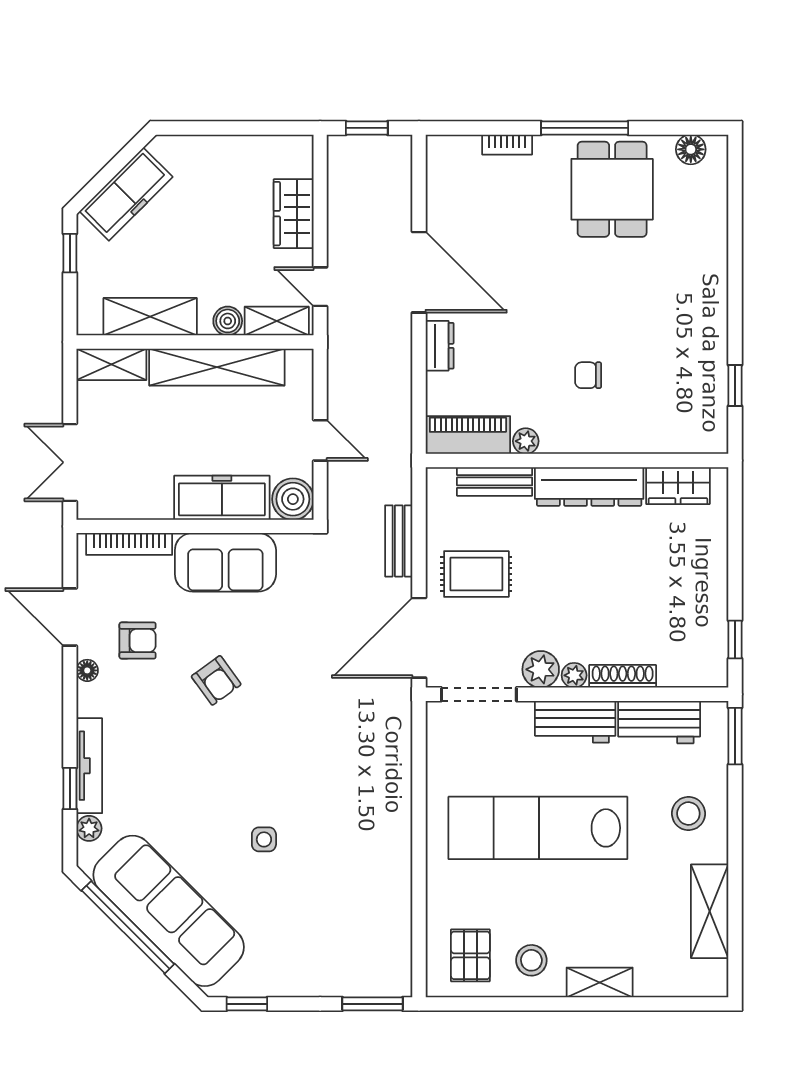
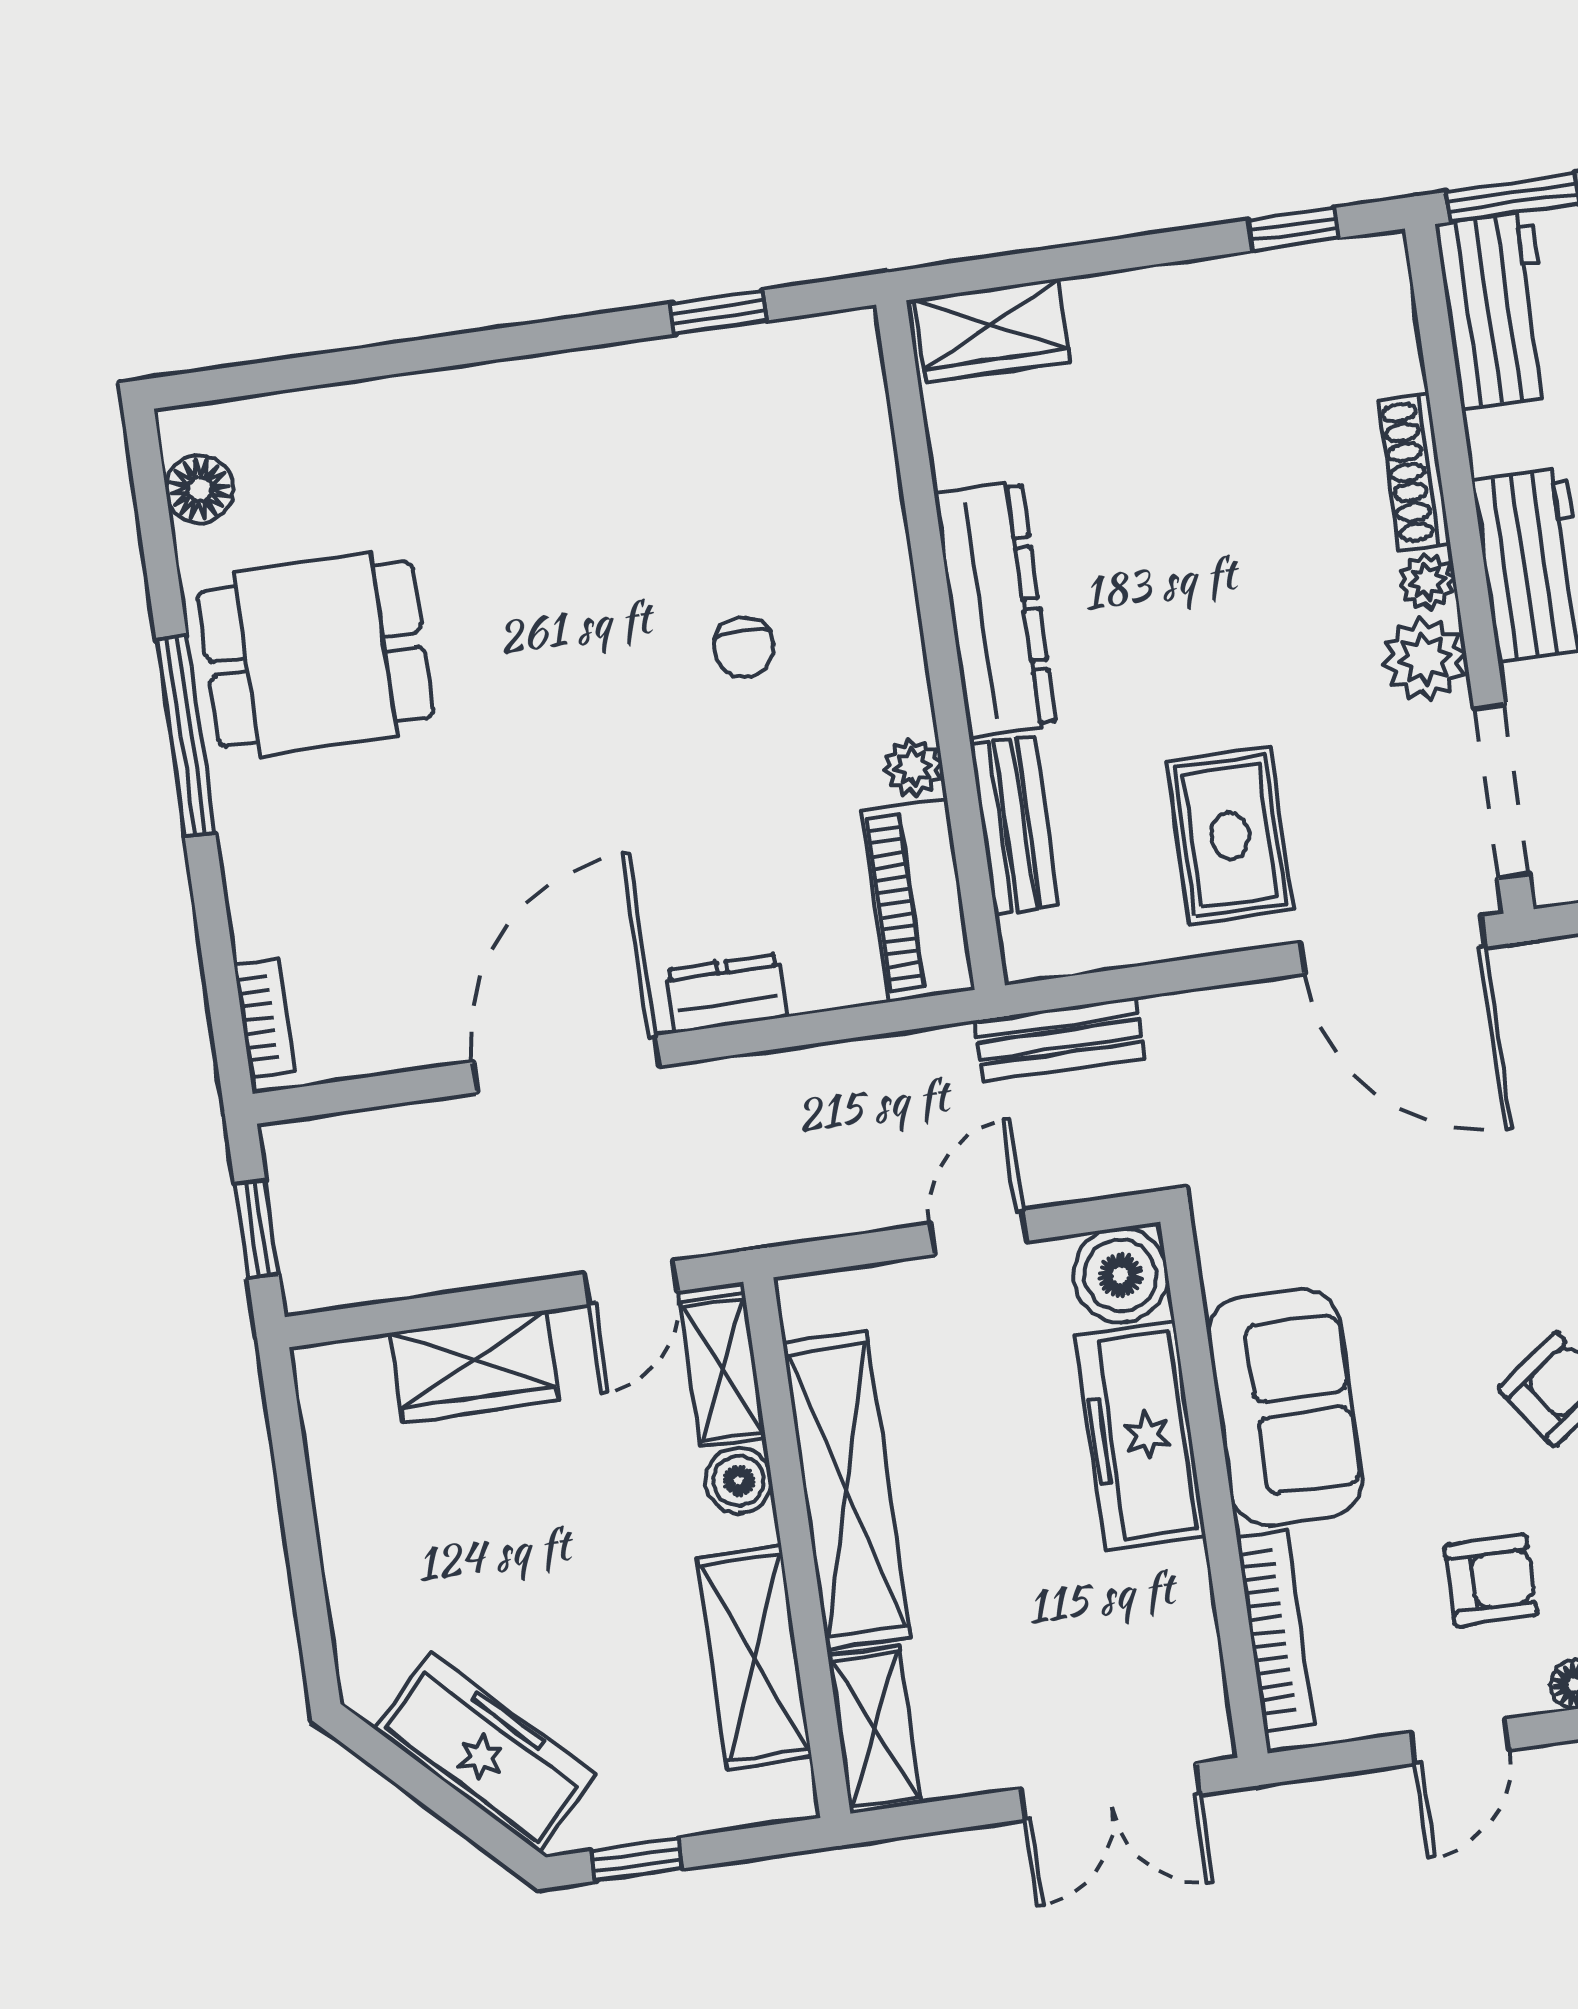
bookcase: (507, 145) -> (265, 1017), moved
wardrobe: (678, 486) -> (992, 331), moved, turned 90
bench: (399, 541) -> (1059, 1040), moved
door: (70, 617) -> (1460, 1741), width x0.73
armchair: (138, 641) -> (1491, 1580), turned 90
workbench: (659, 722) -> (1496, 310), moved

